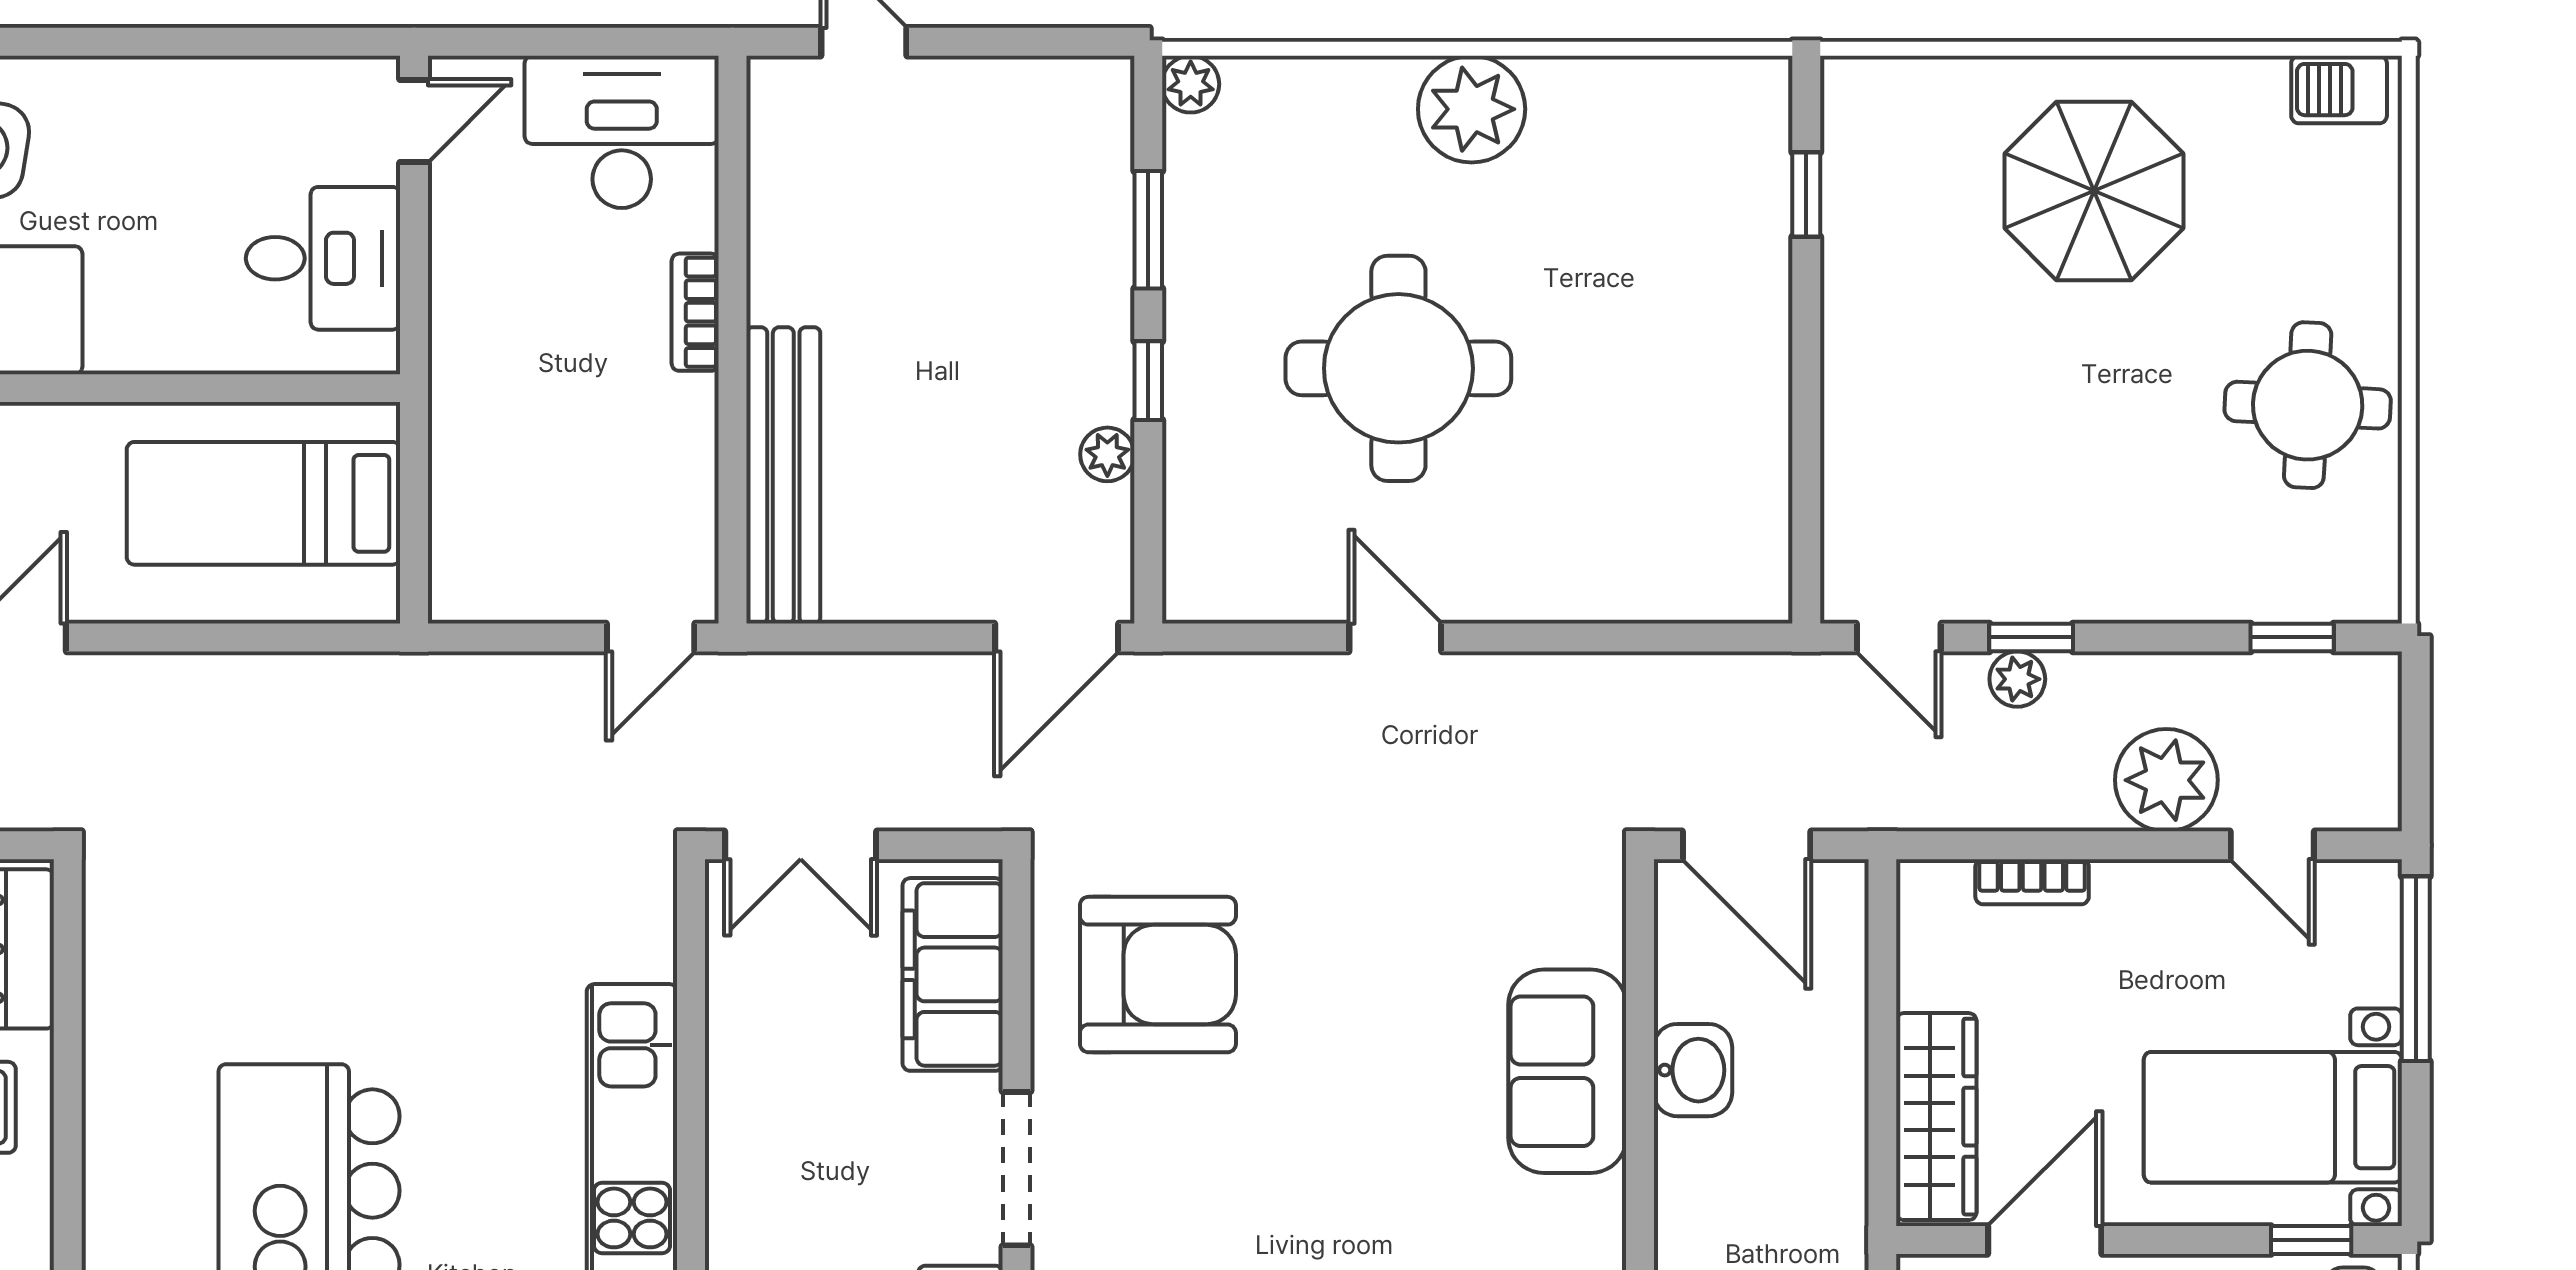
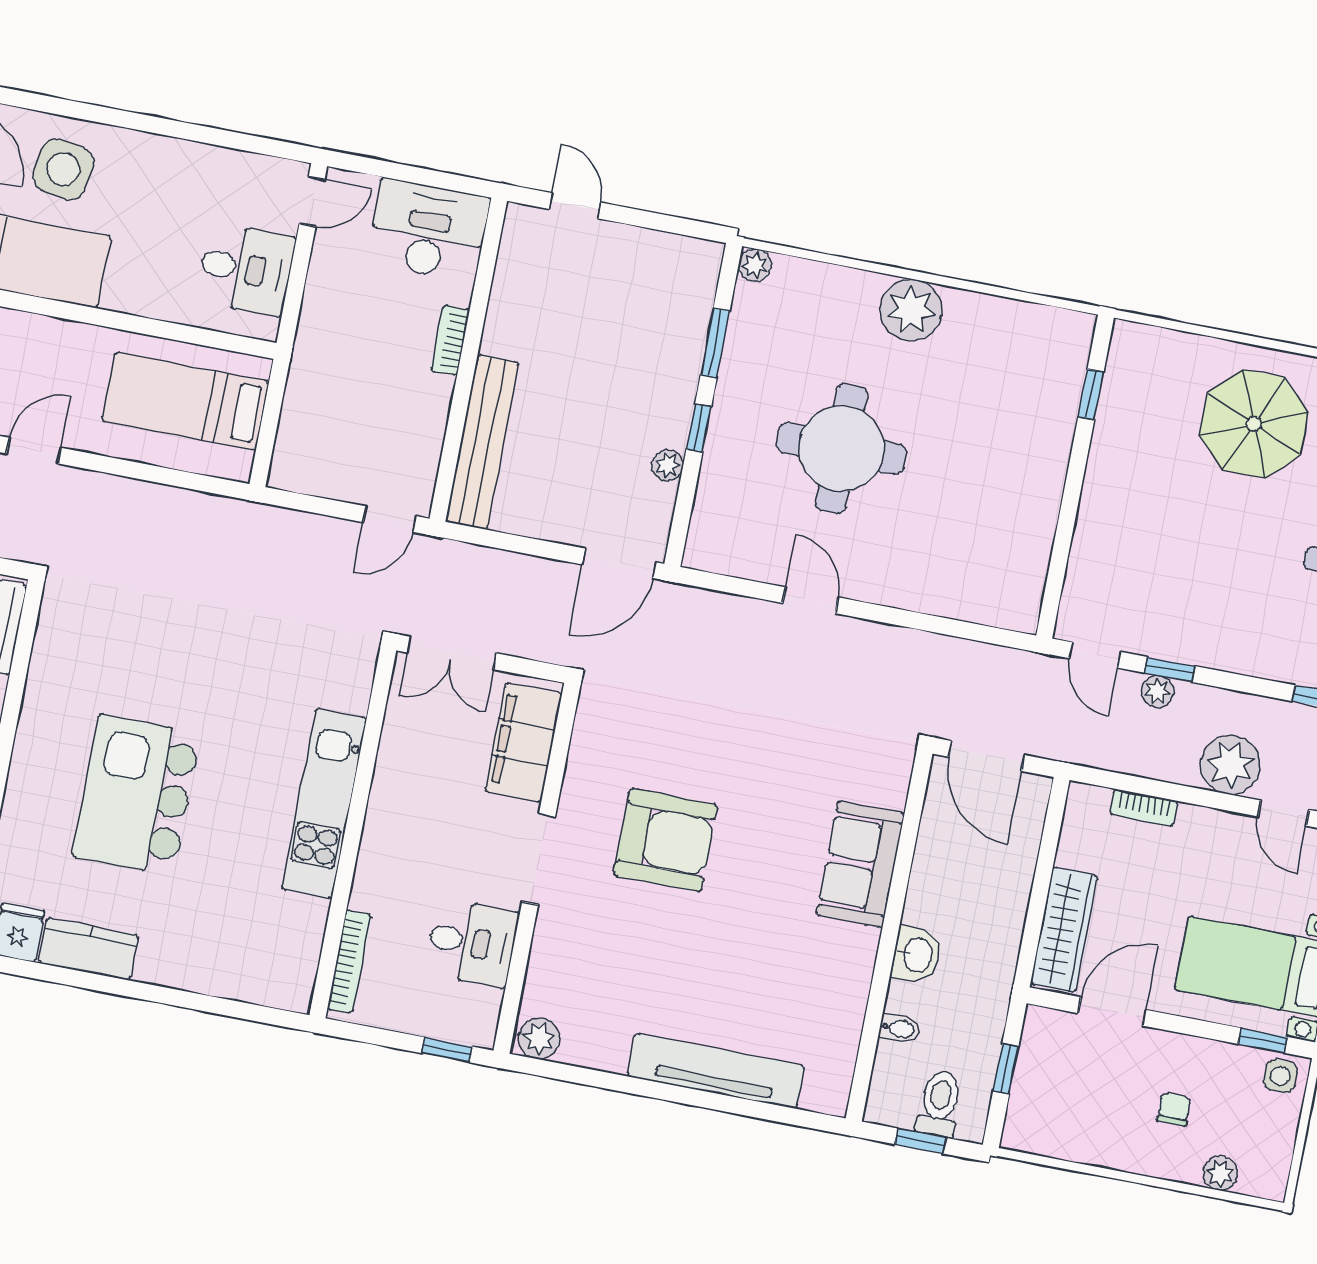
armchair: (1158, 975) -> (665, 840), moved
washbasin: (1693, 1070) -> (917, 955), moved

